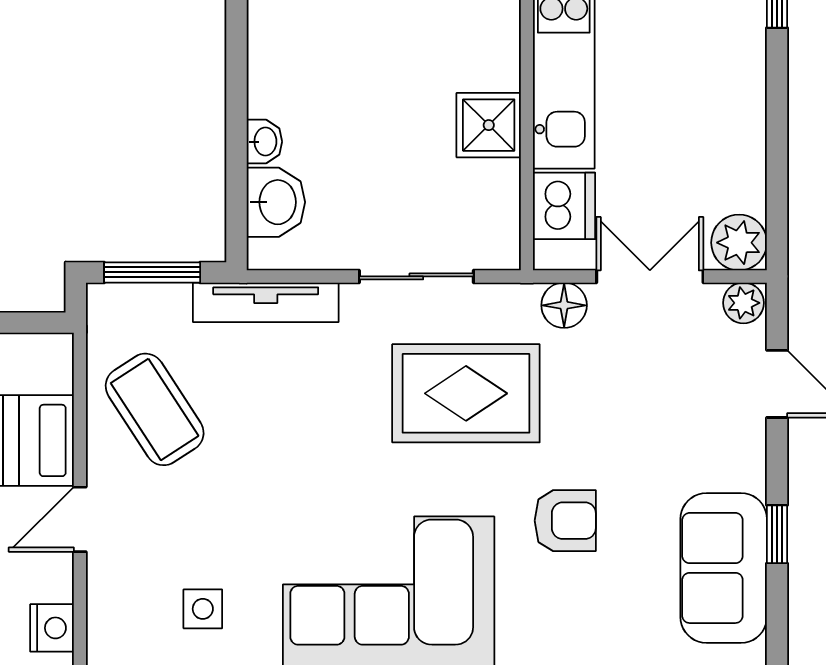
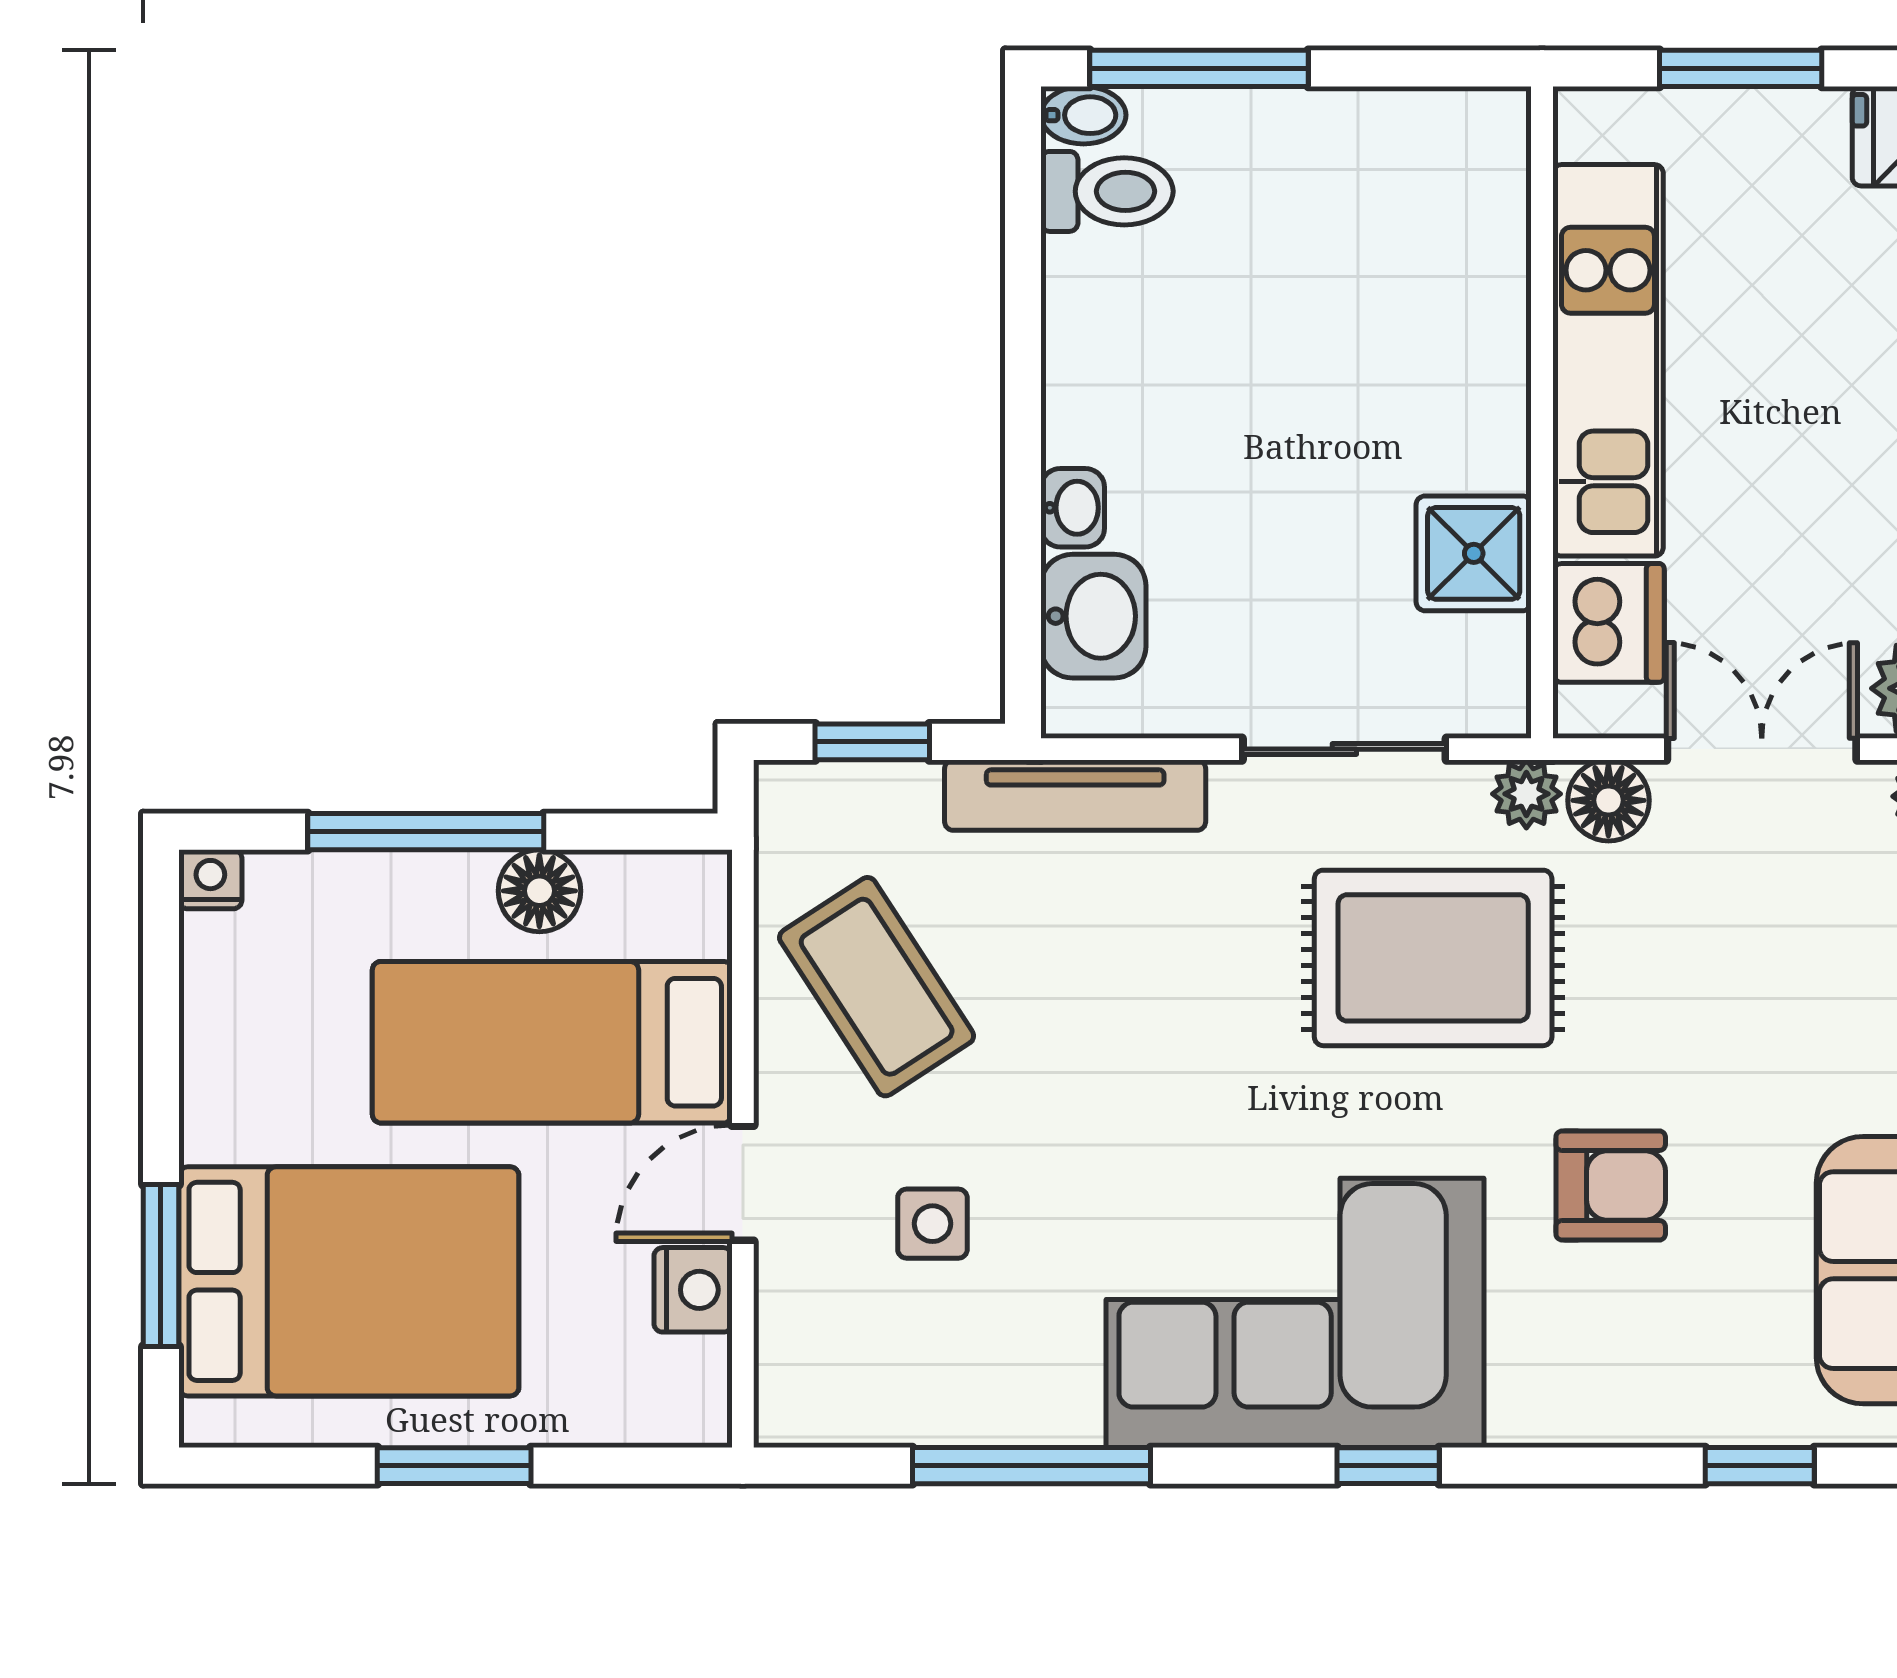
shower: (489, 125) -> (1474, 553), moved
window: (152, 272) -> (872, 742), width x0.67
plant: (518, 302) -> (1526, 794), added
side table: (203, 609) -> (932, 1224), moved
nightstand: (52, 628) -> (693, 1290), moved

